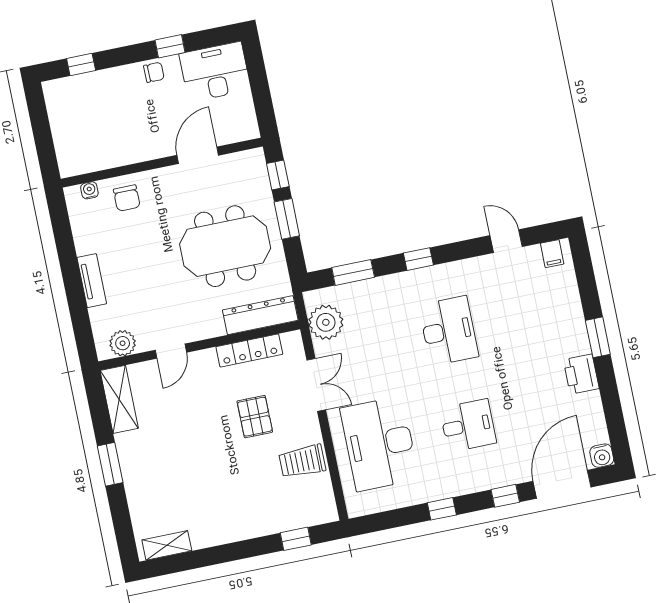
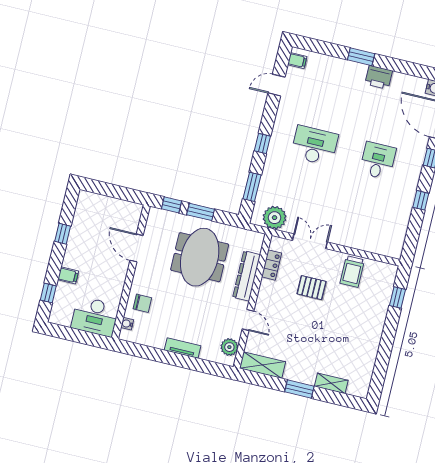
chair: (154, 72) -> (74, 251), removed
desk: (215, 72) -> (95, 317), moved, turned -90
filing cabinet: (117, 80) -> (68, 275), added
dresser: (260, 315) -> (247, 276), moved
locker: (249, 350) -> (272, 265), width x0.66
desk: (379, 444) -> (364, 220), removed
shelving: (167, 545) -> (331, 383), moved, turned 90

